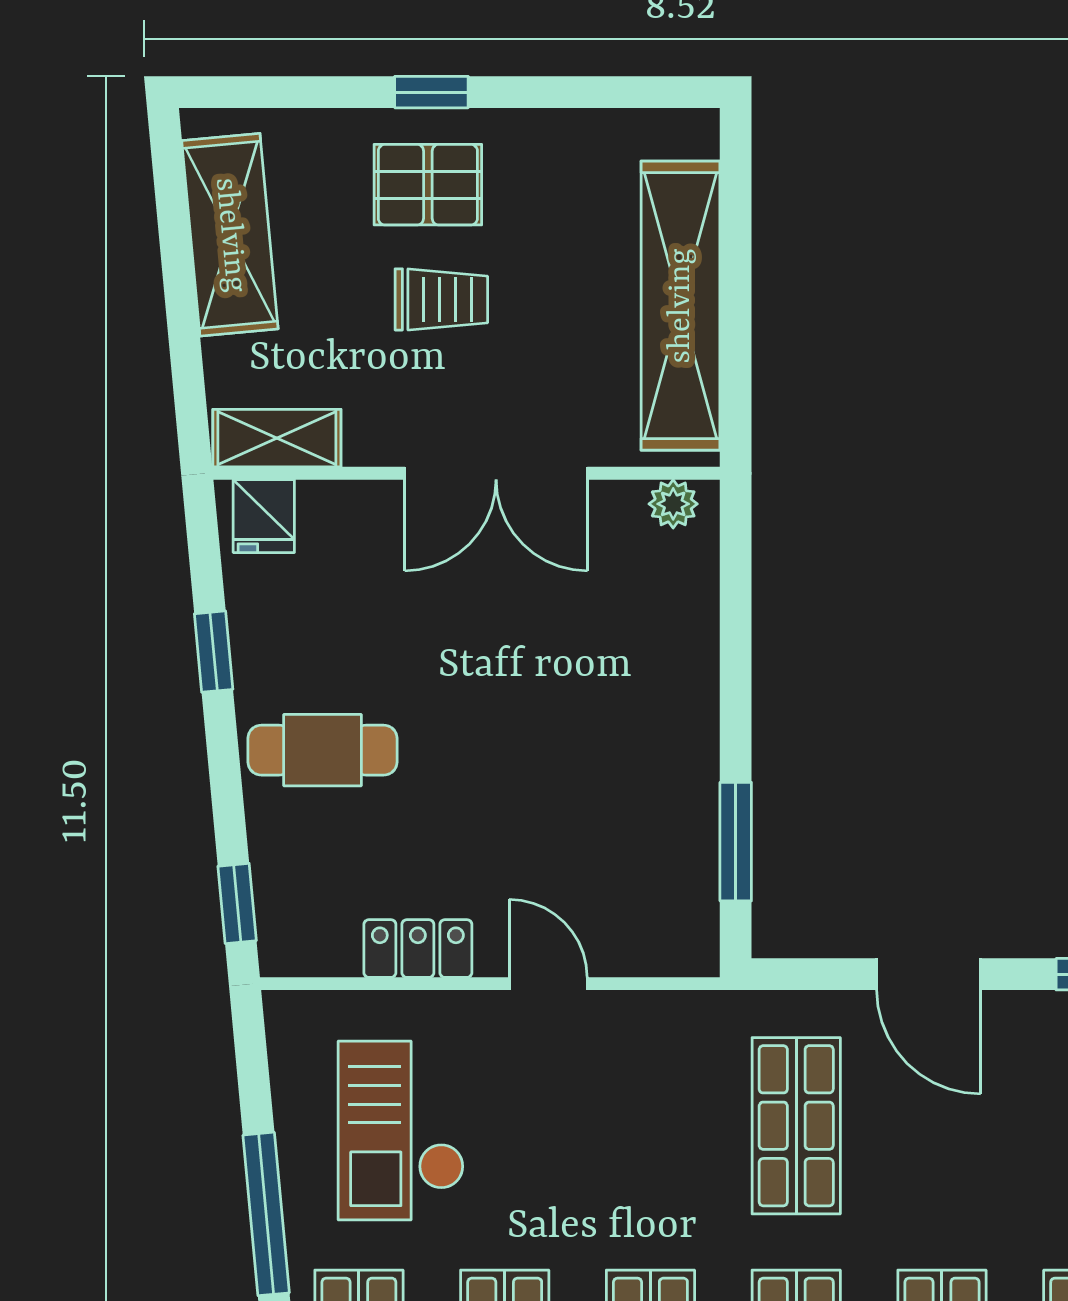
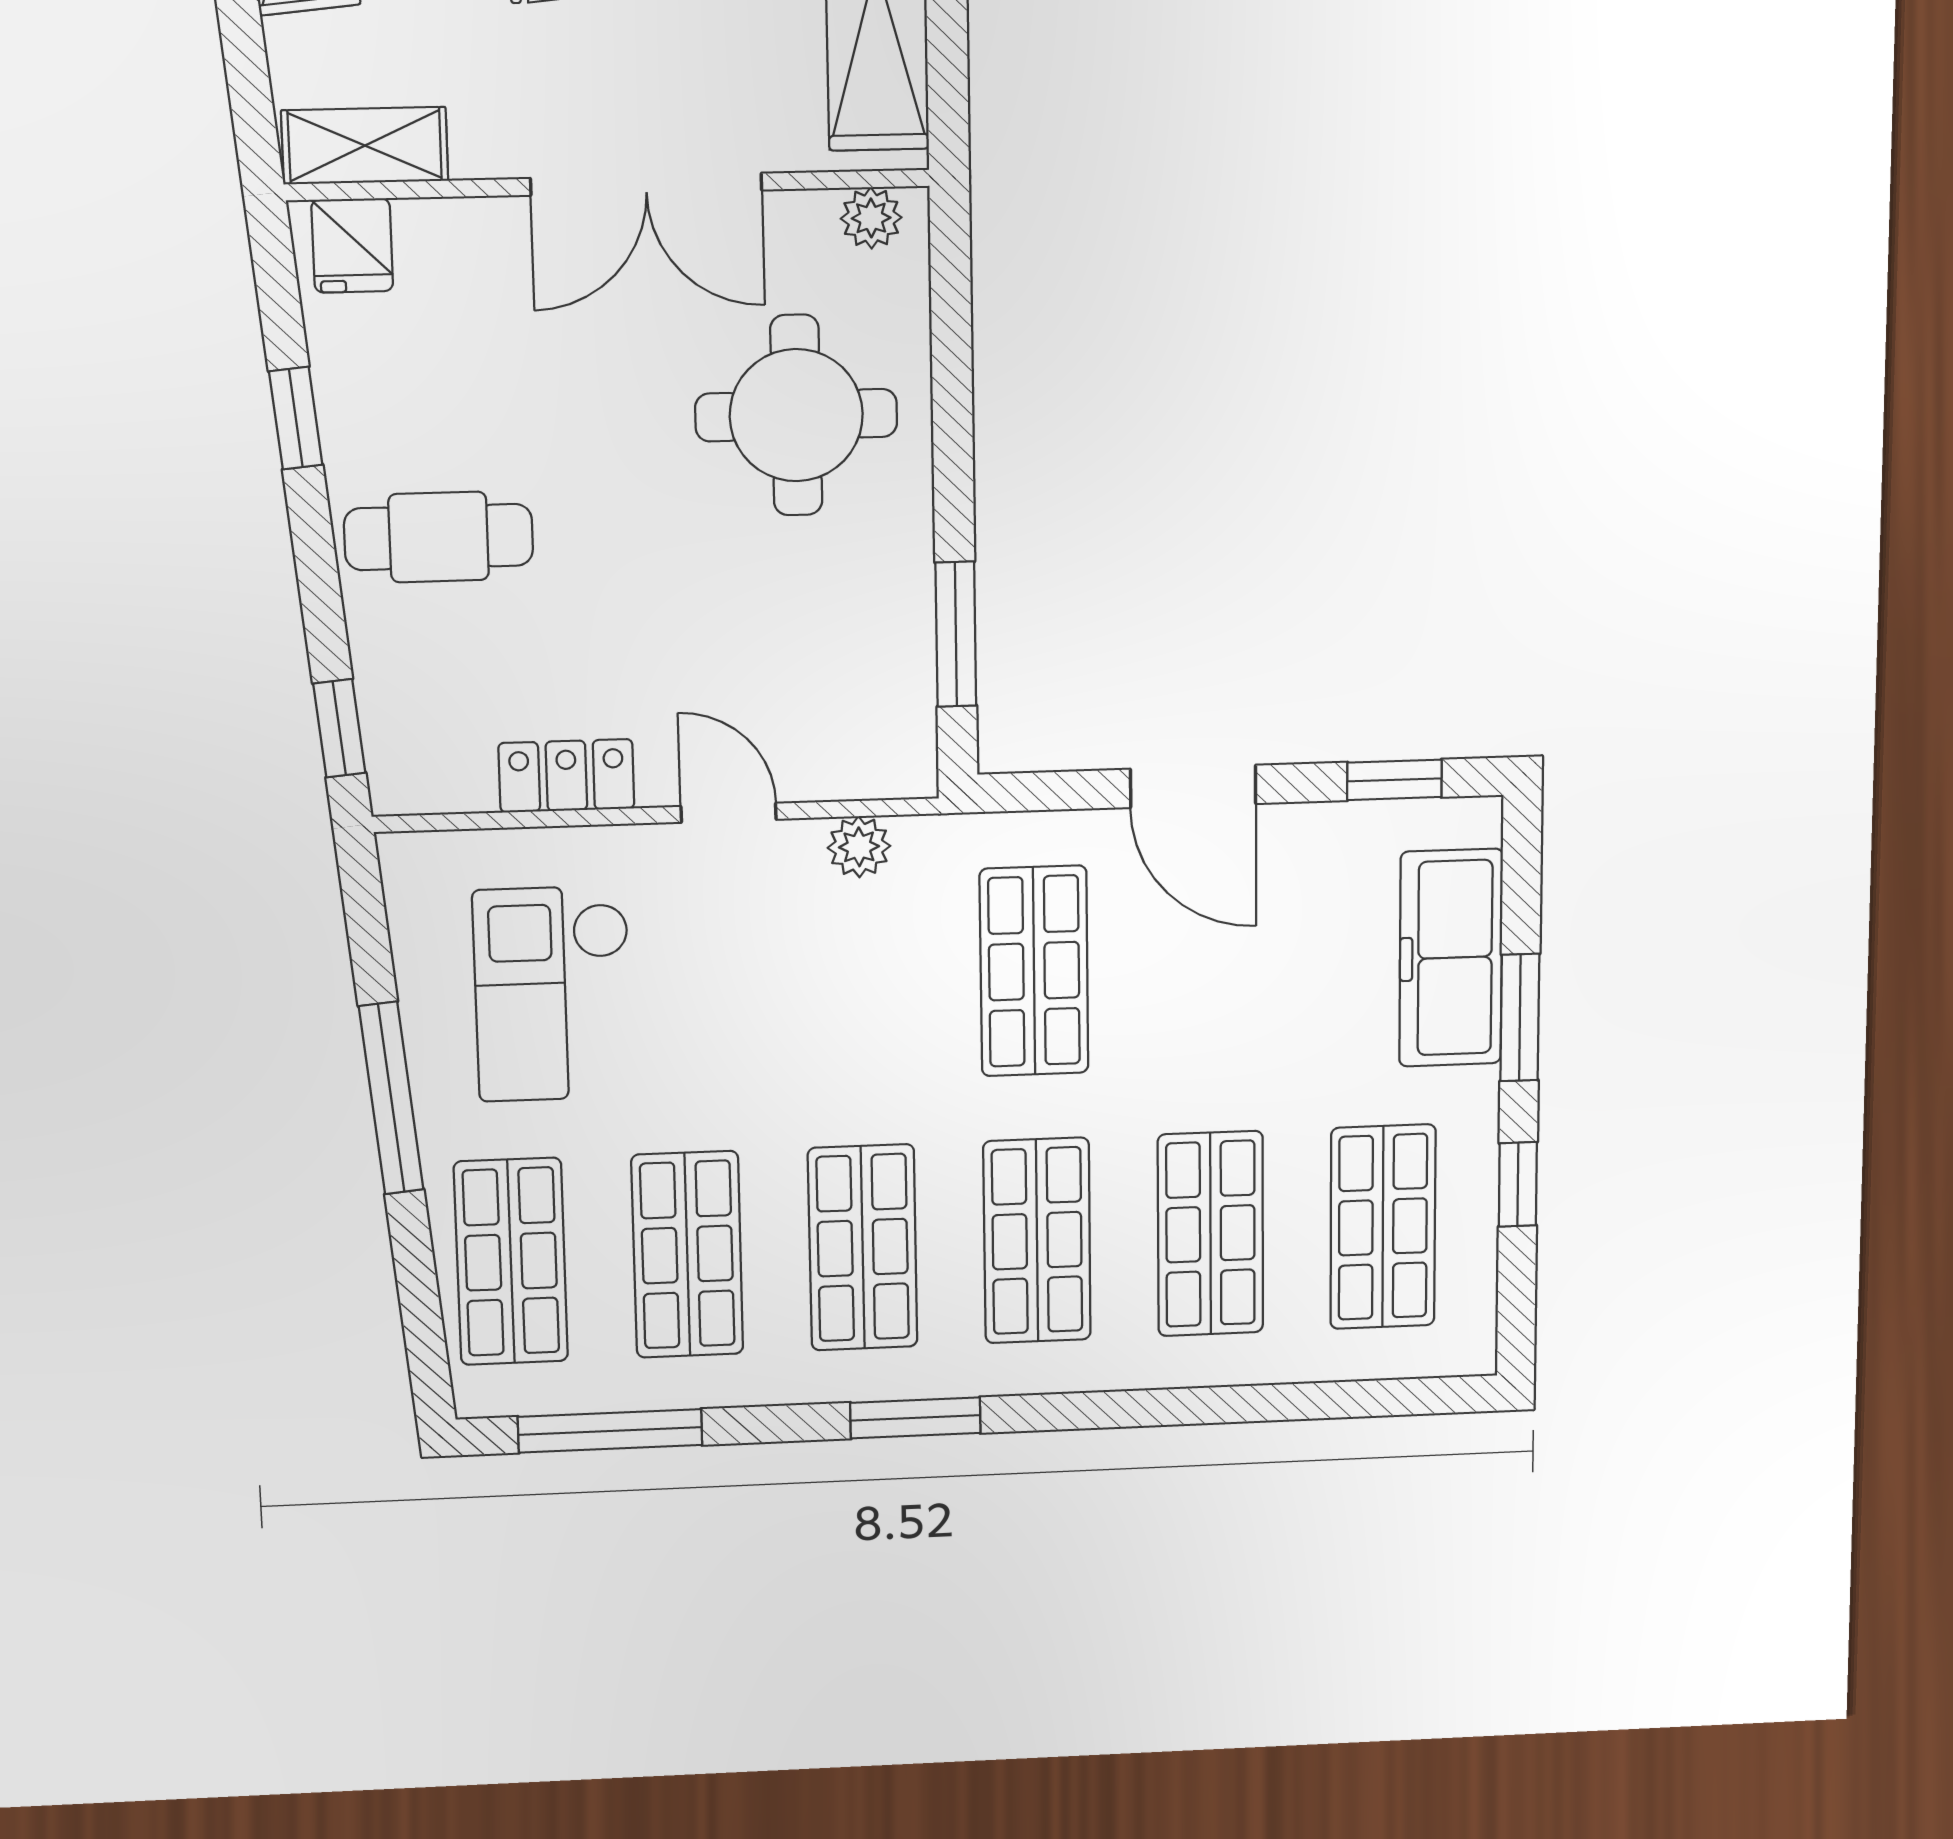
round table: (610, 660) -> (796, 415), added
plant: (654, 1016) -> (859, 847), added

